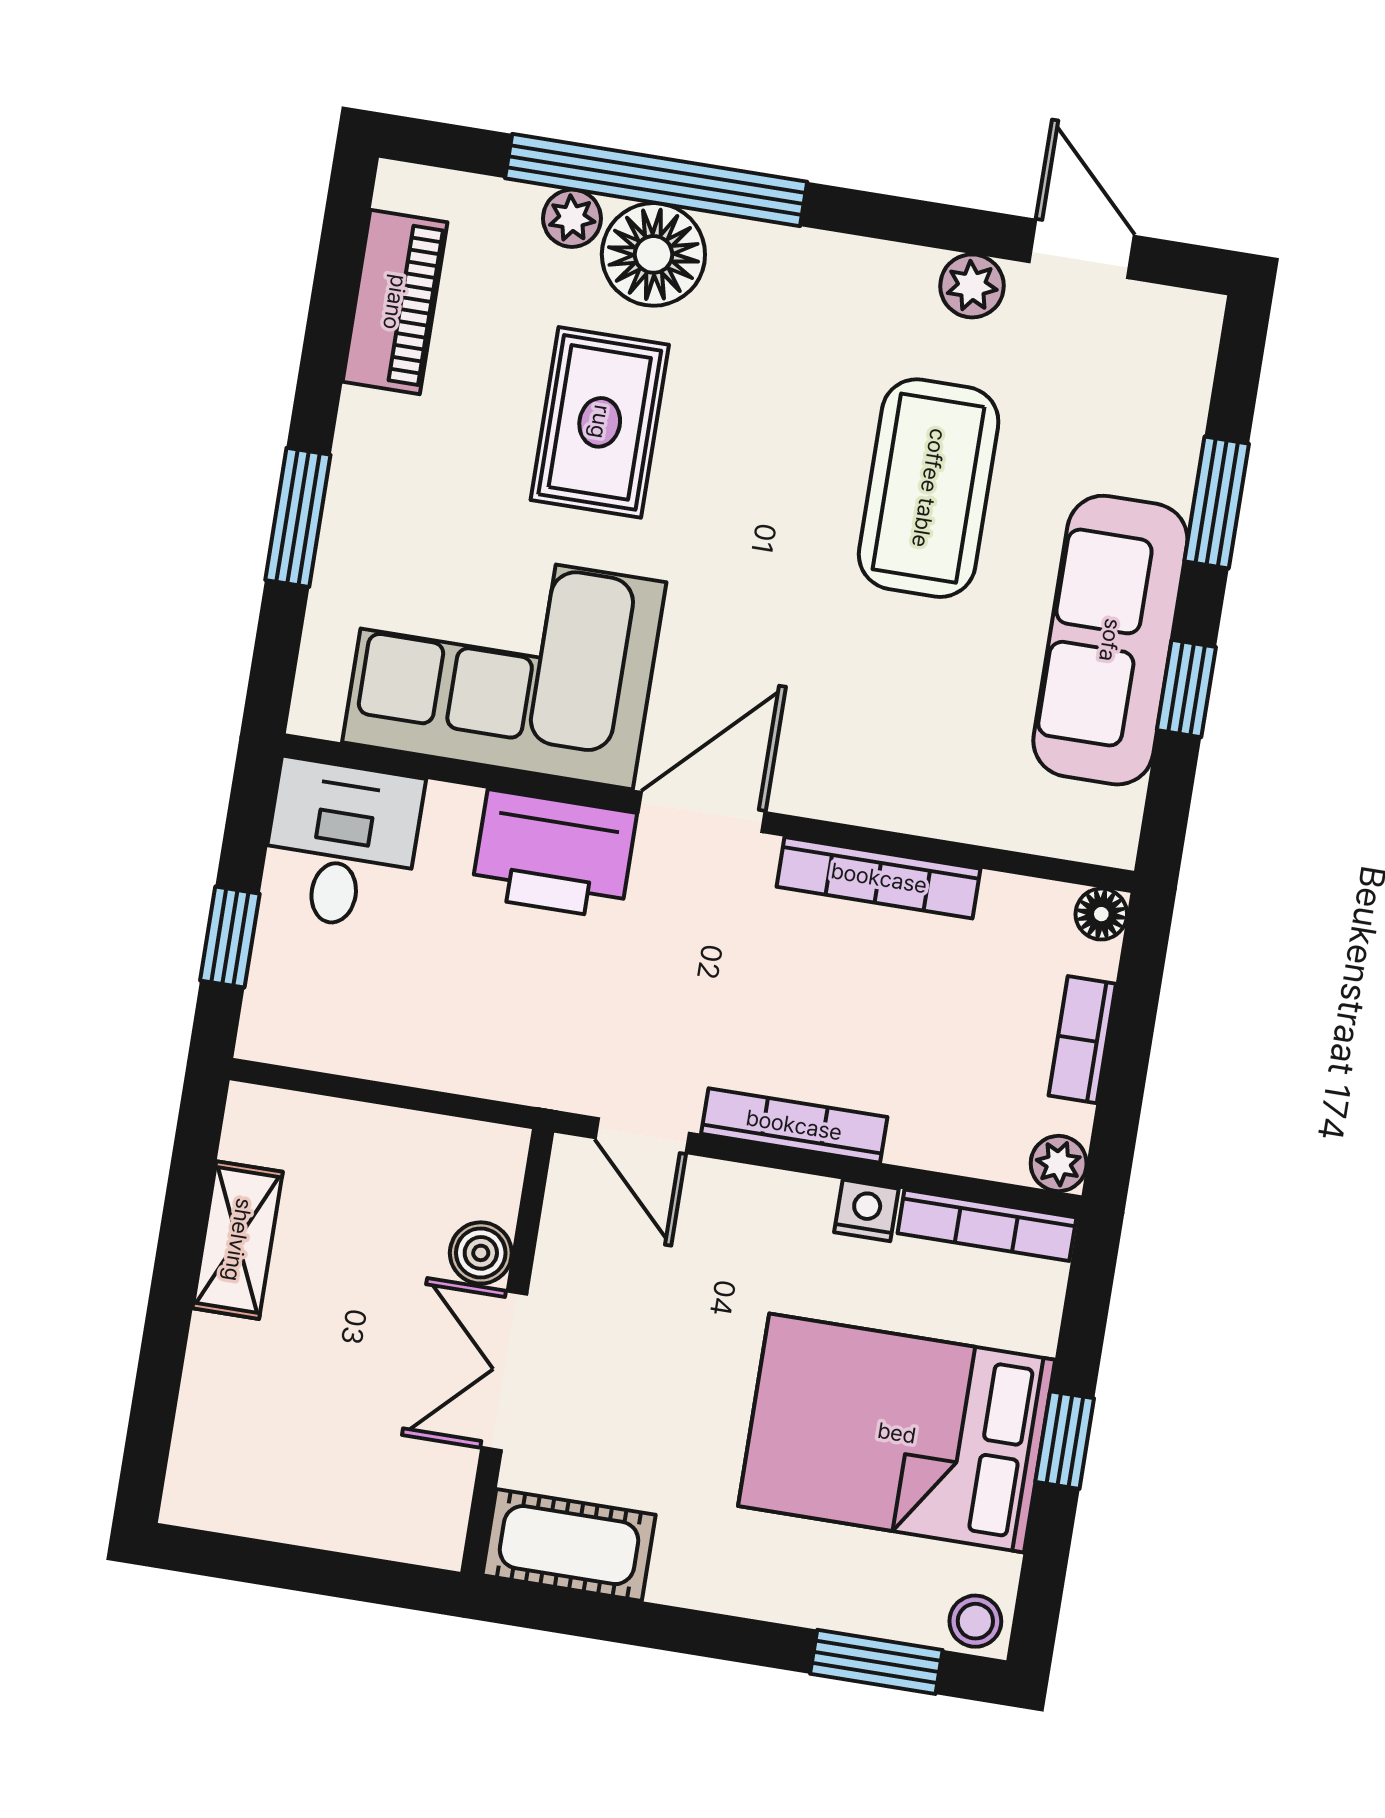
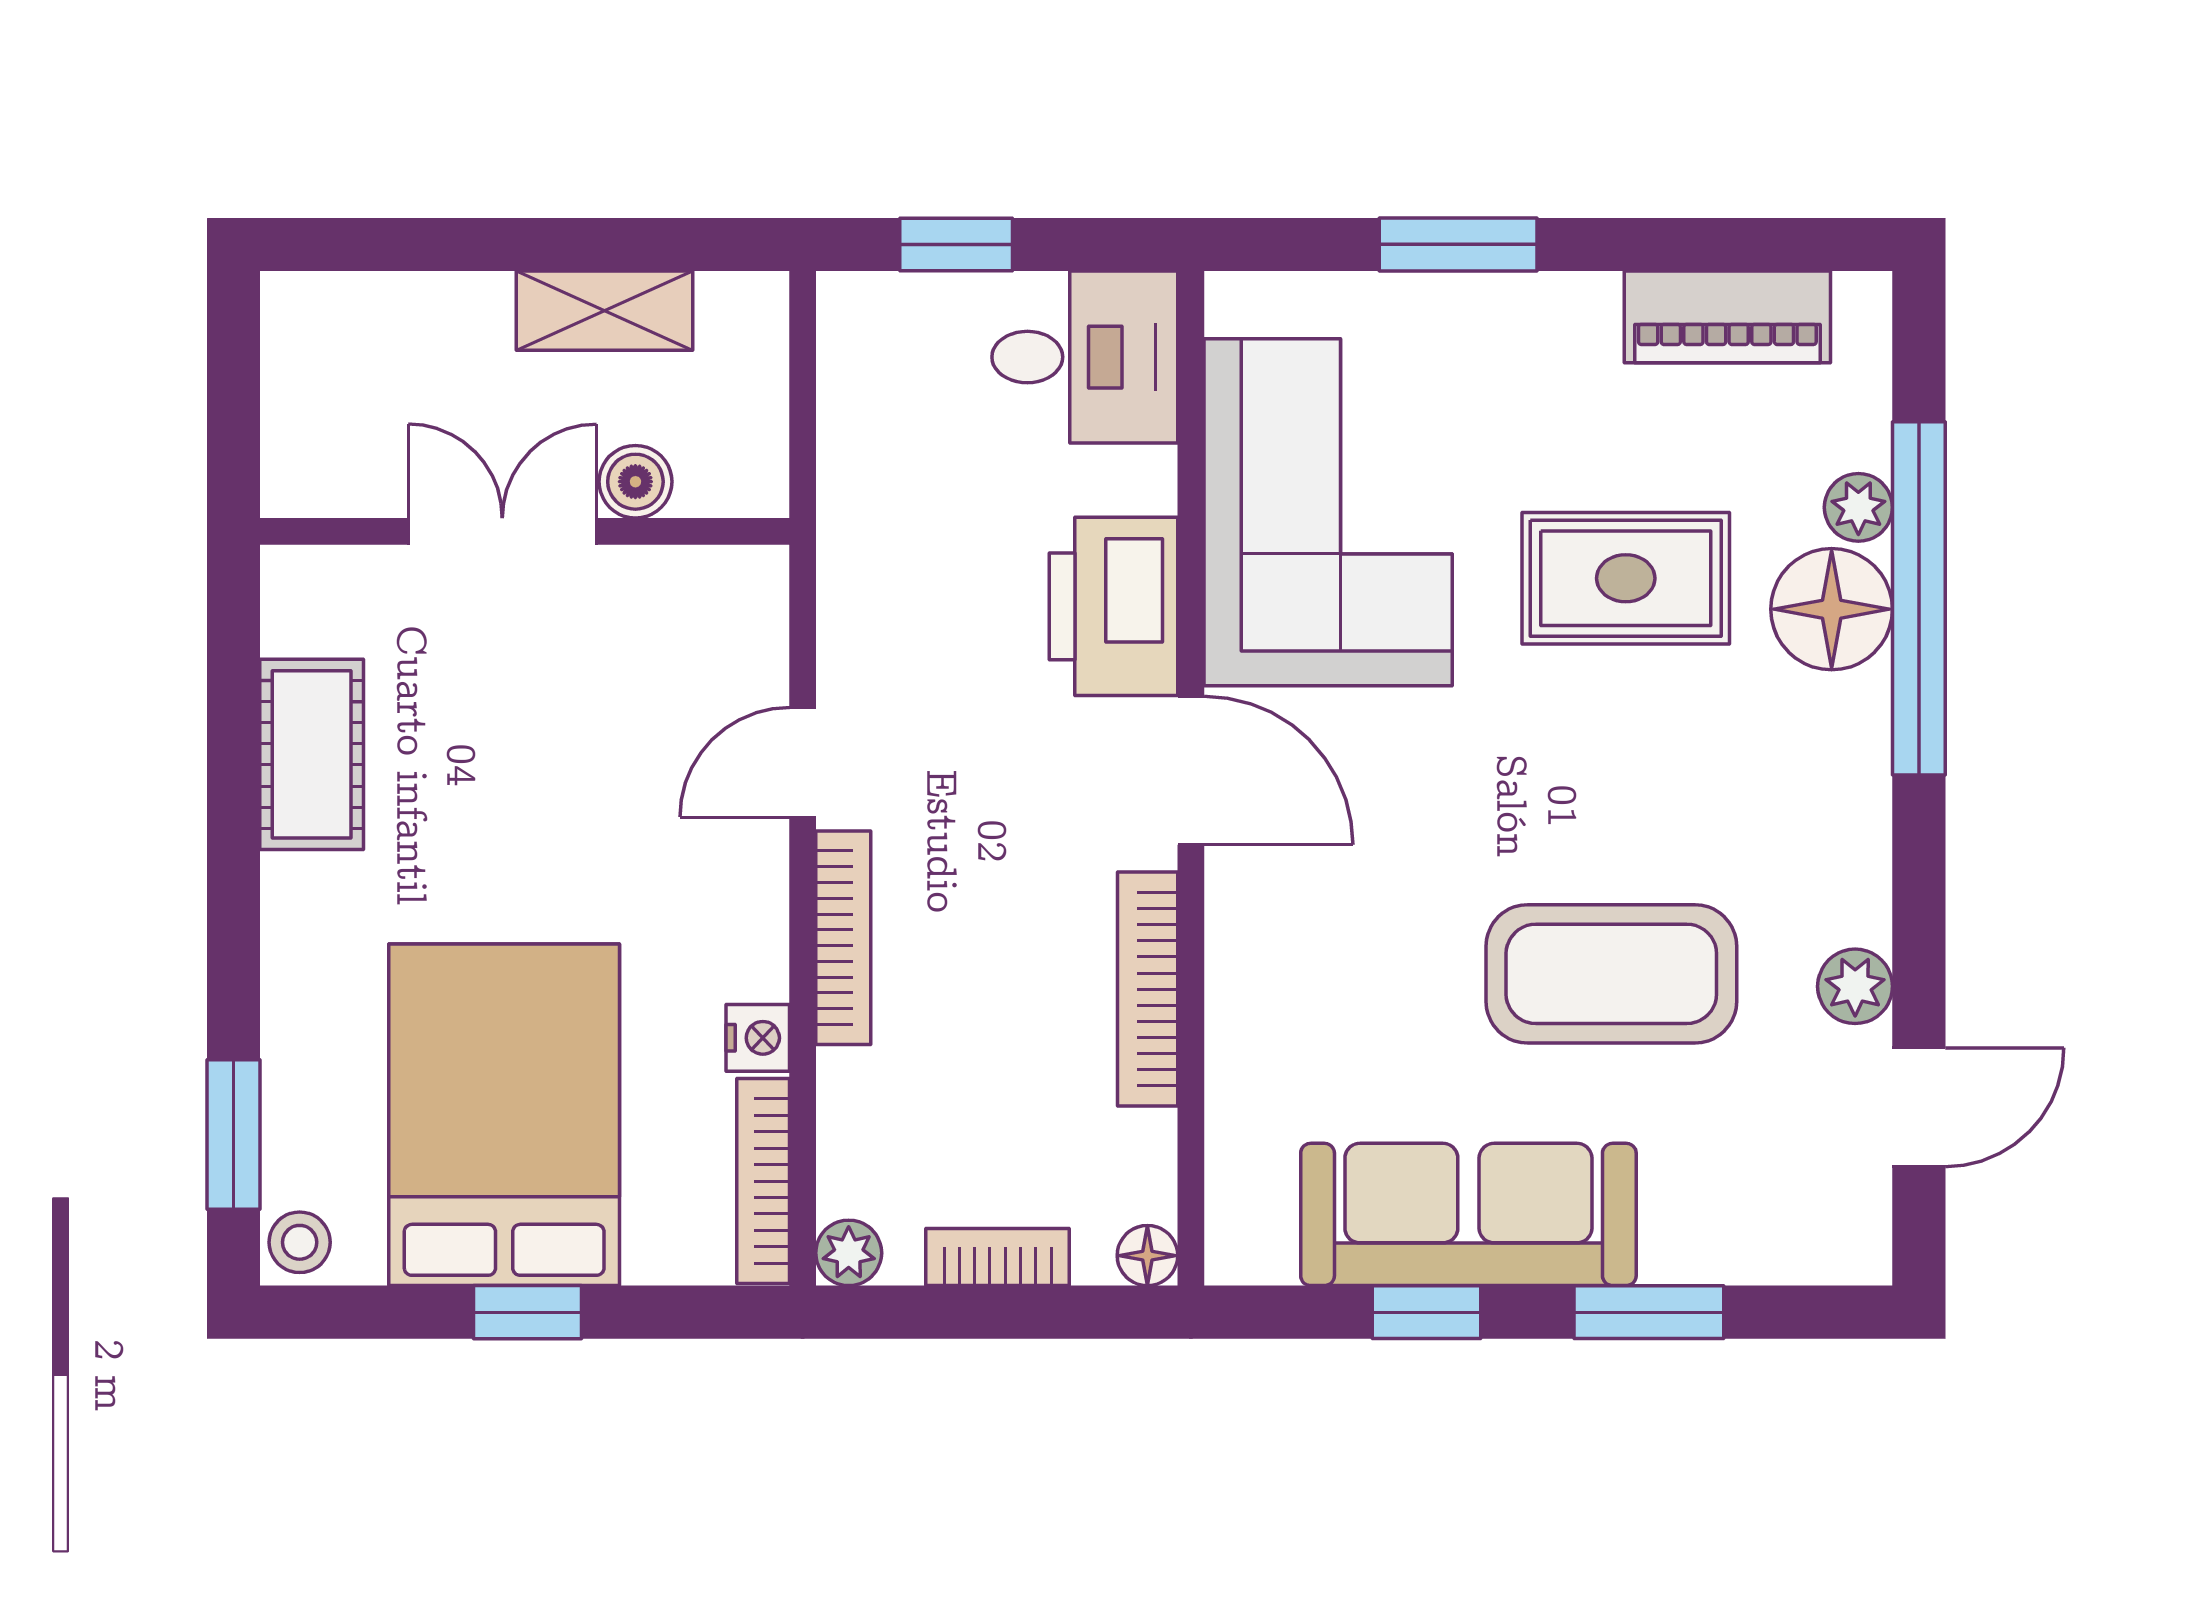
boiler: (481, 1253) -> (635, 482), moved
wall: (507, 1352) -> (525, 531), moved
double door: (504, 1371) -> (502, 531), moved

